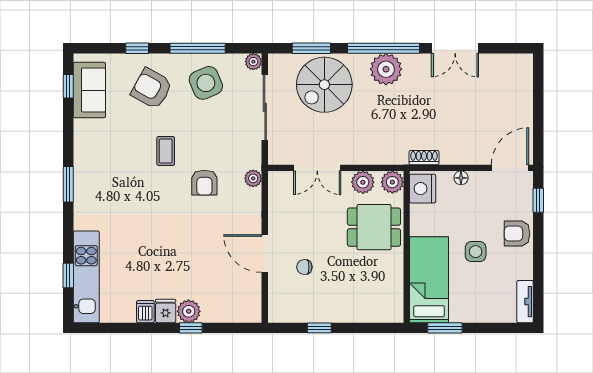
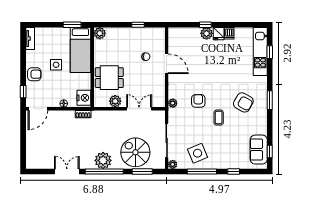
spiral stairs: (324, 85) -> (135, 152), turned -90
armchair: (152, 88) -> (243, 102), moved
plant: (392, 182) -> (100, 33), moved

